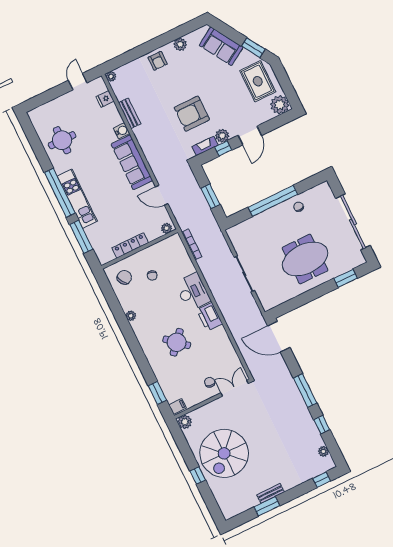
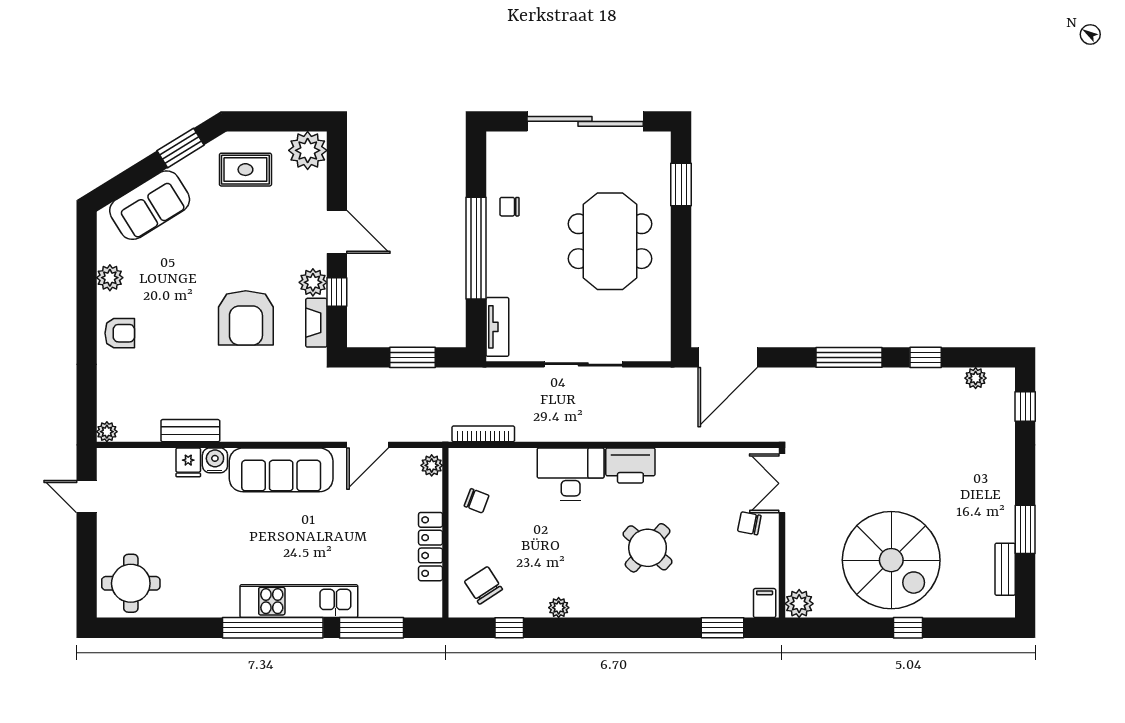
rug: (258, 81) -> (245, 170), width x0.73, depth x0.70
fridge: (105, 99) -> (188, 462), moved
round table: (62, 140) -> (131, 583), moved
tv unit: (242, 227) -> (497, 327), added
chair: (152, 275) -> (477, 501), moved
window: (111, 298) -> (509, 628), added
bench: (271, 493) -> (1005, 569), moved

